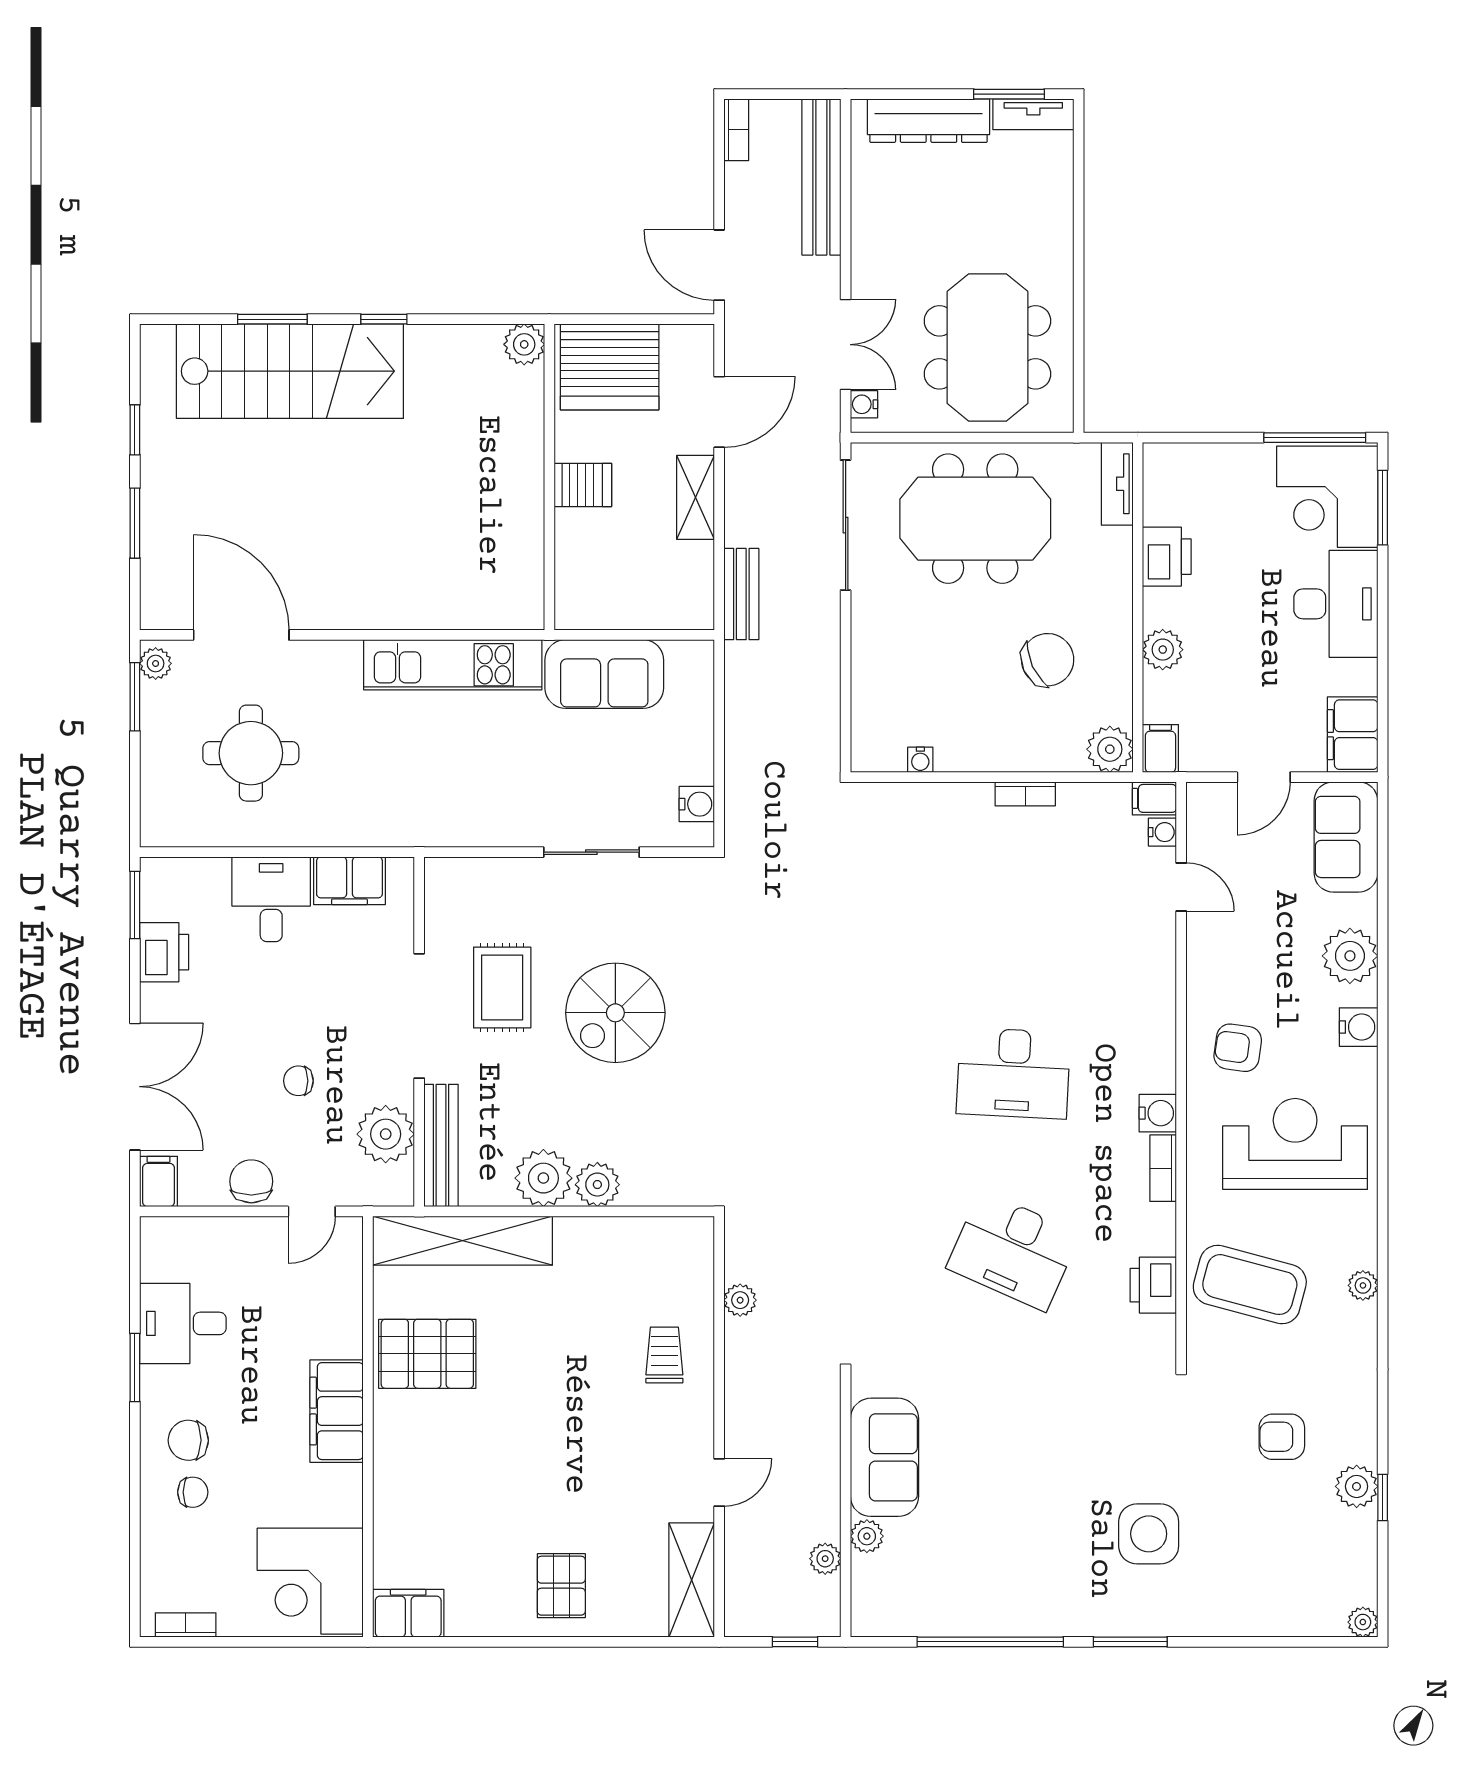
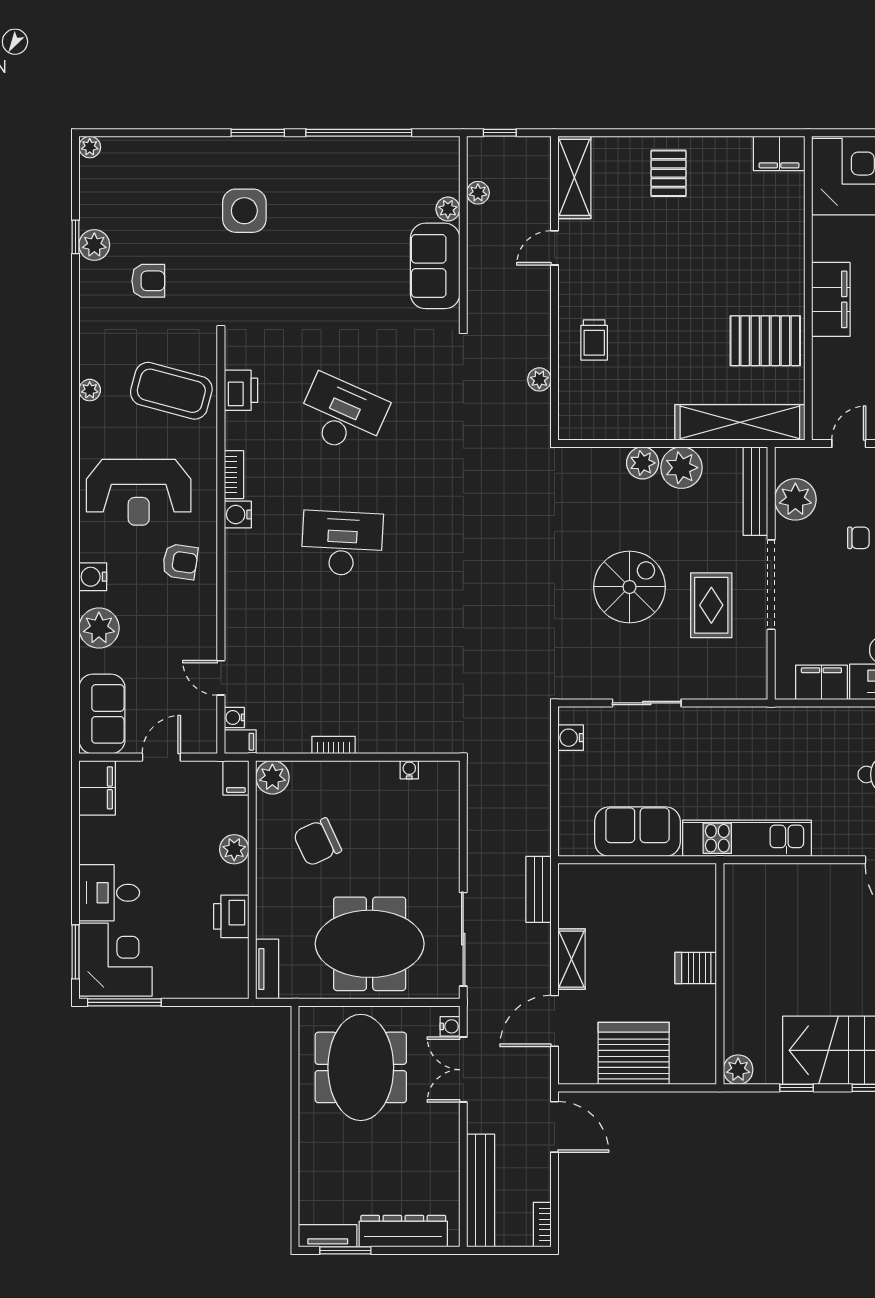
plant: (524, 344) -> (738, 1070), moved
wall: (549, 477) -> (720, 974), moved
server rack: (583, 485) -> (696, 968), moved
desk: (1336, 604) -> (109, 893), width x0.73

